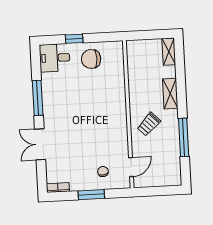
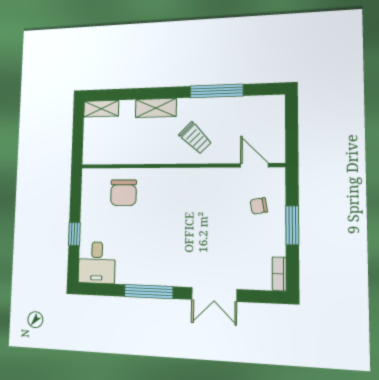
chair: (91, 59) -> (123, 193), moved

